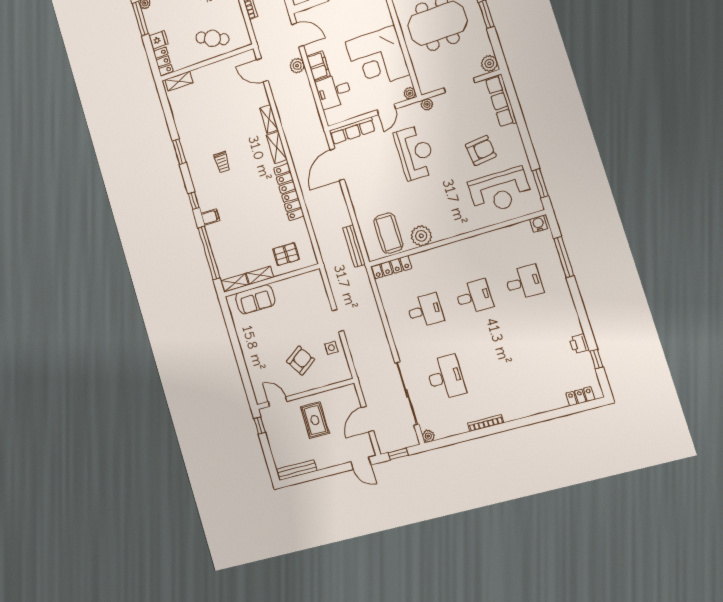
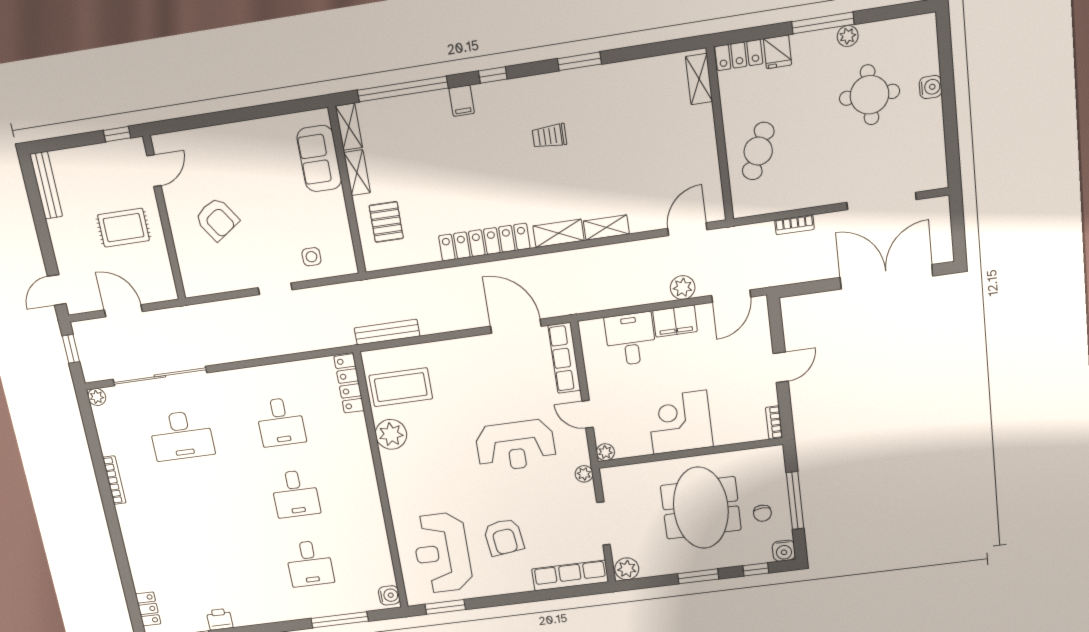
corner desk: (377, 58) -> (680, 422), width x0.74, depth x0.74
side table: (331, 348) -> (311, 257), moved

